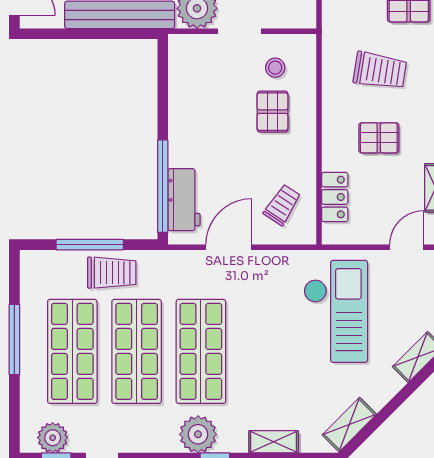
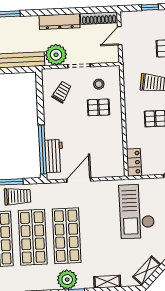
pallet: (272, 112) -> (98, 107), turned 90
locker: (335, 197) -> (134, 162), moved
trolley: (282, 205) -> (62, 92), moved
checkout: (336, 311) -> (137, 211), turned 180

